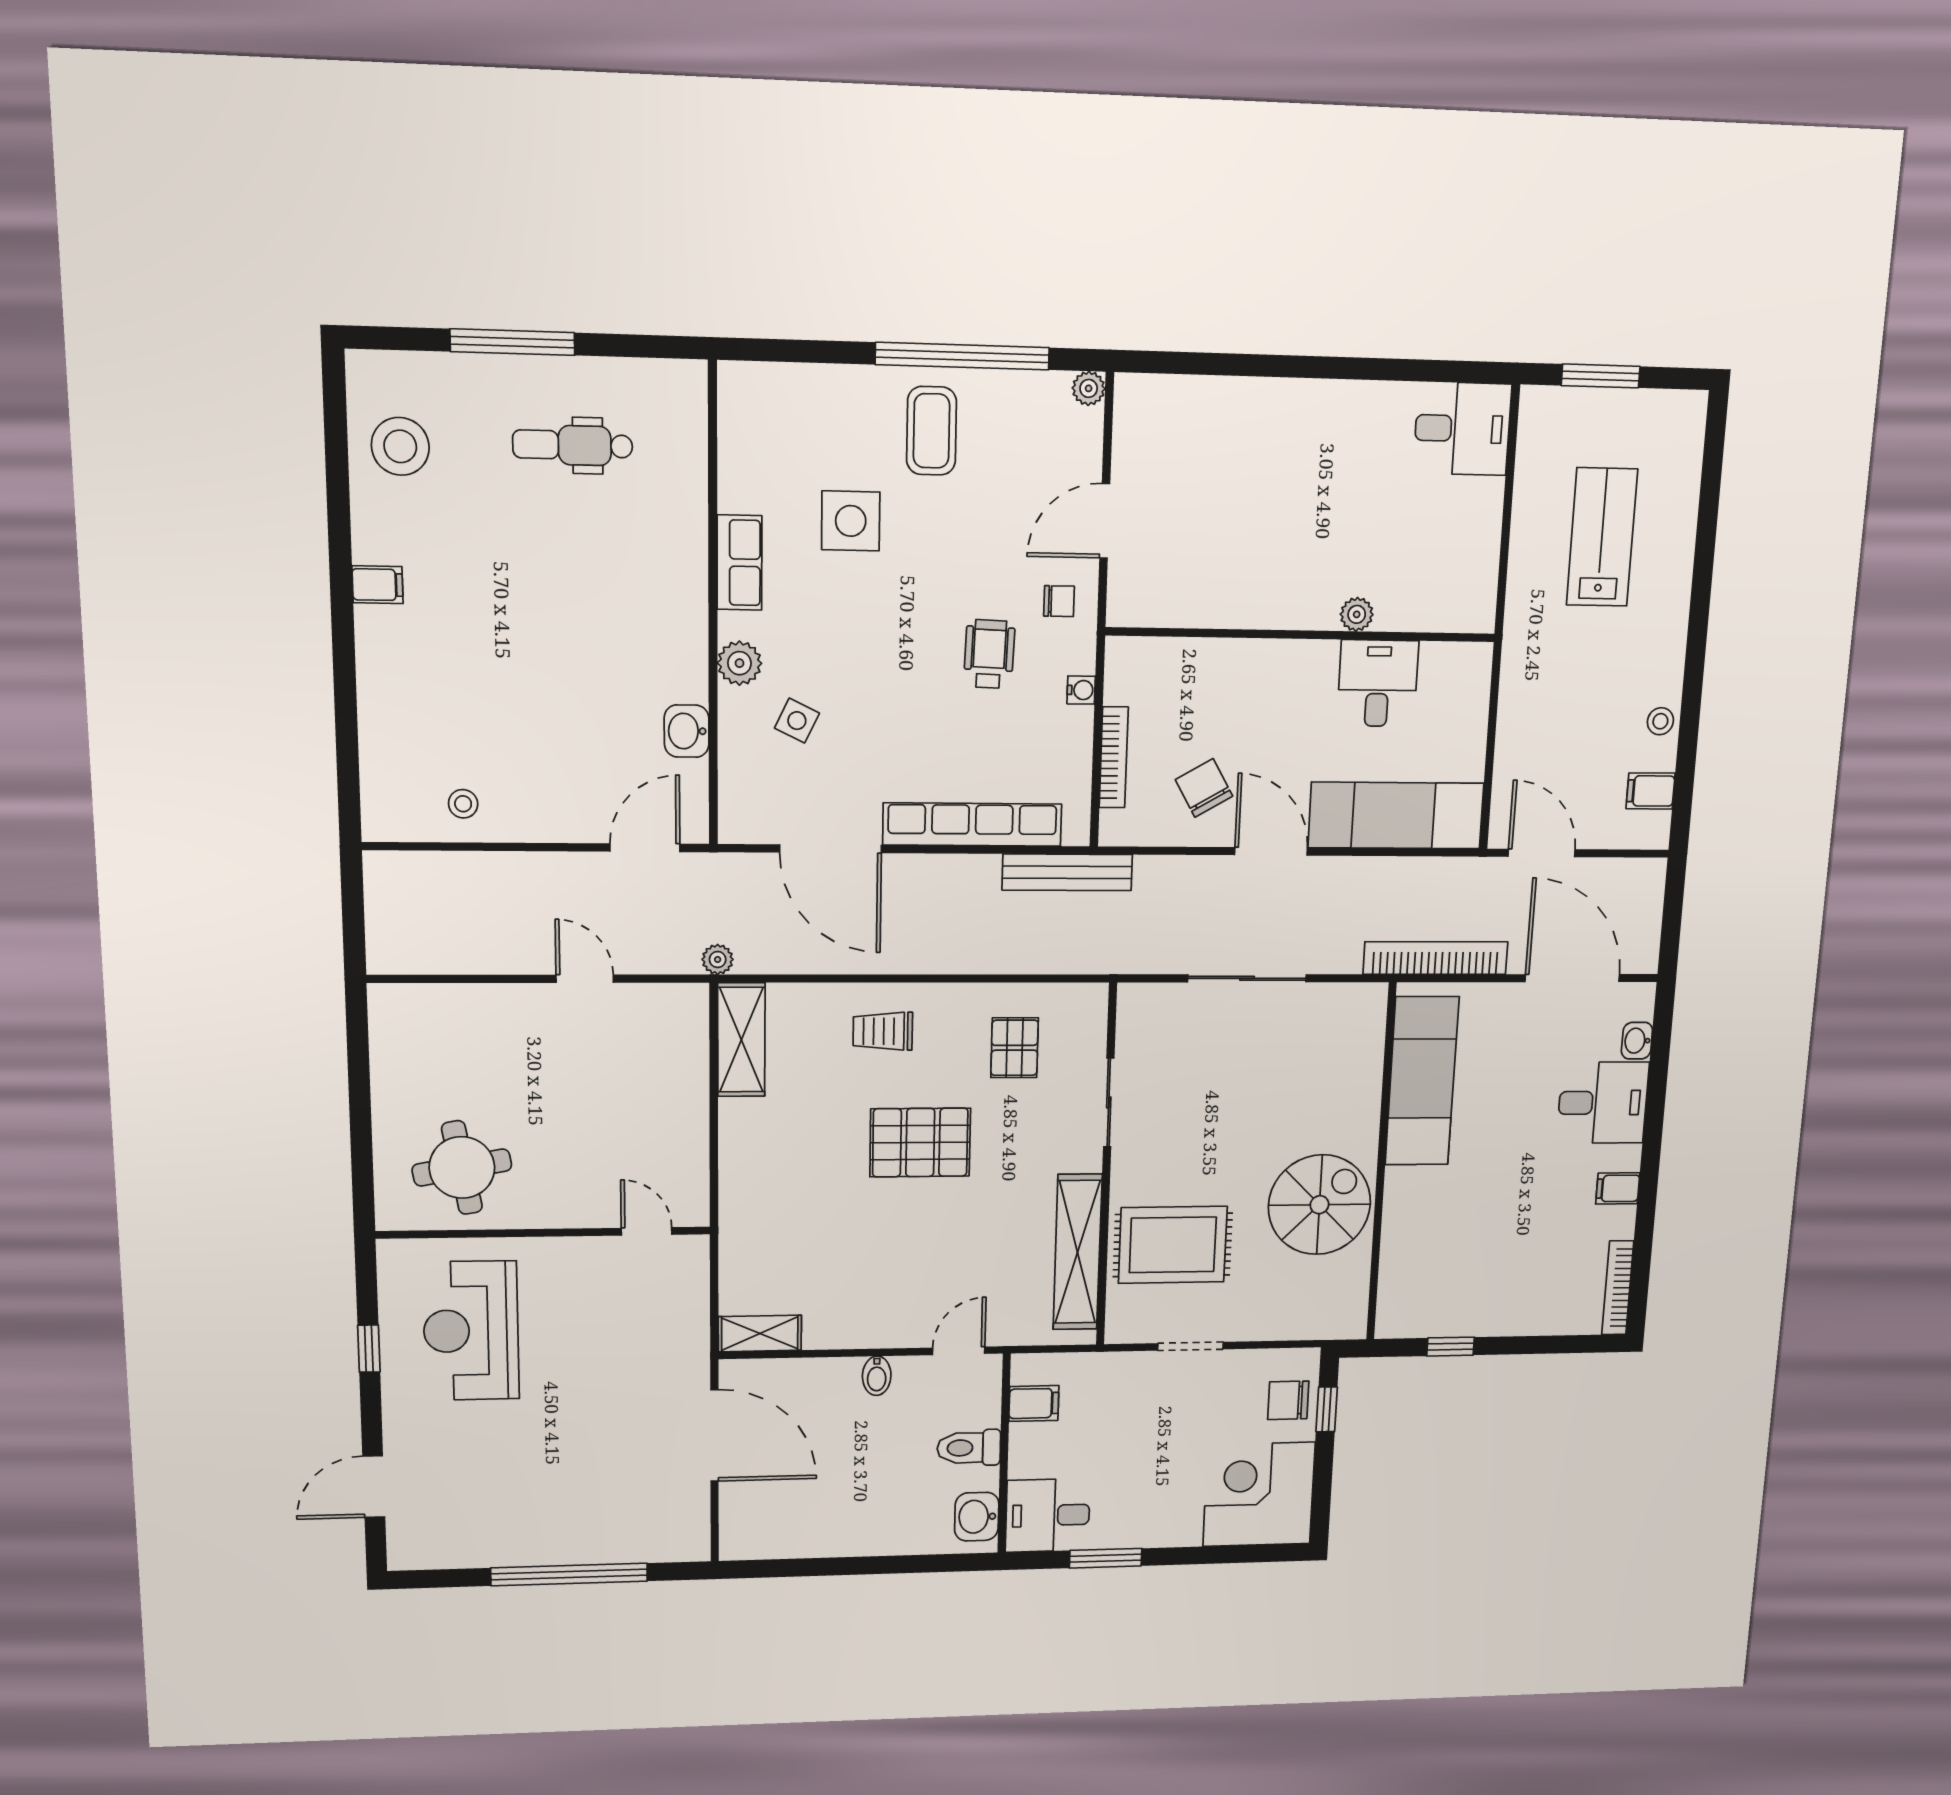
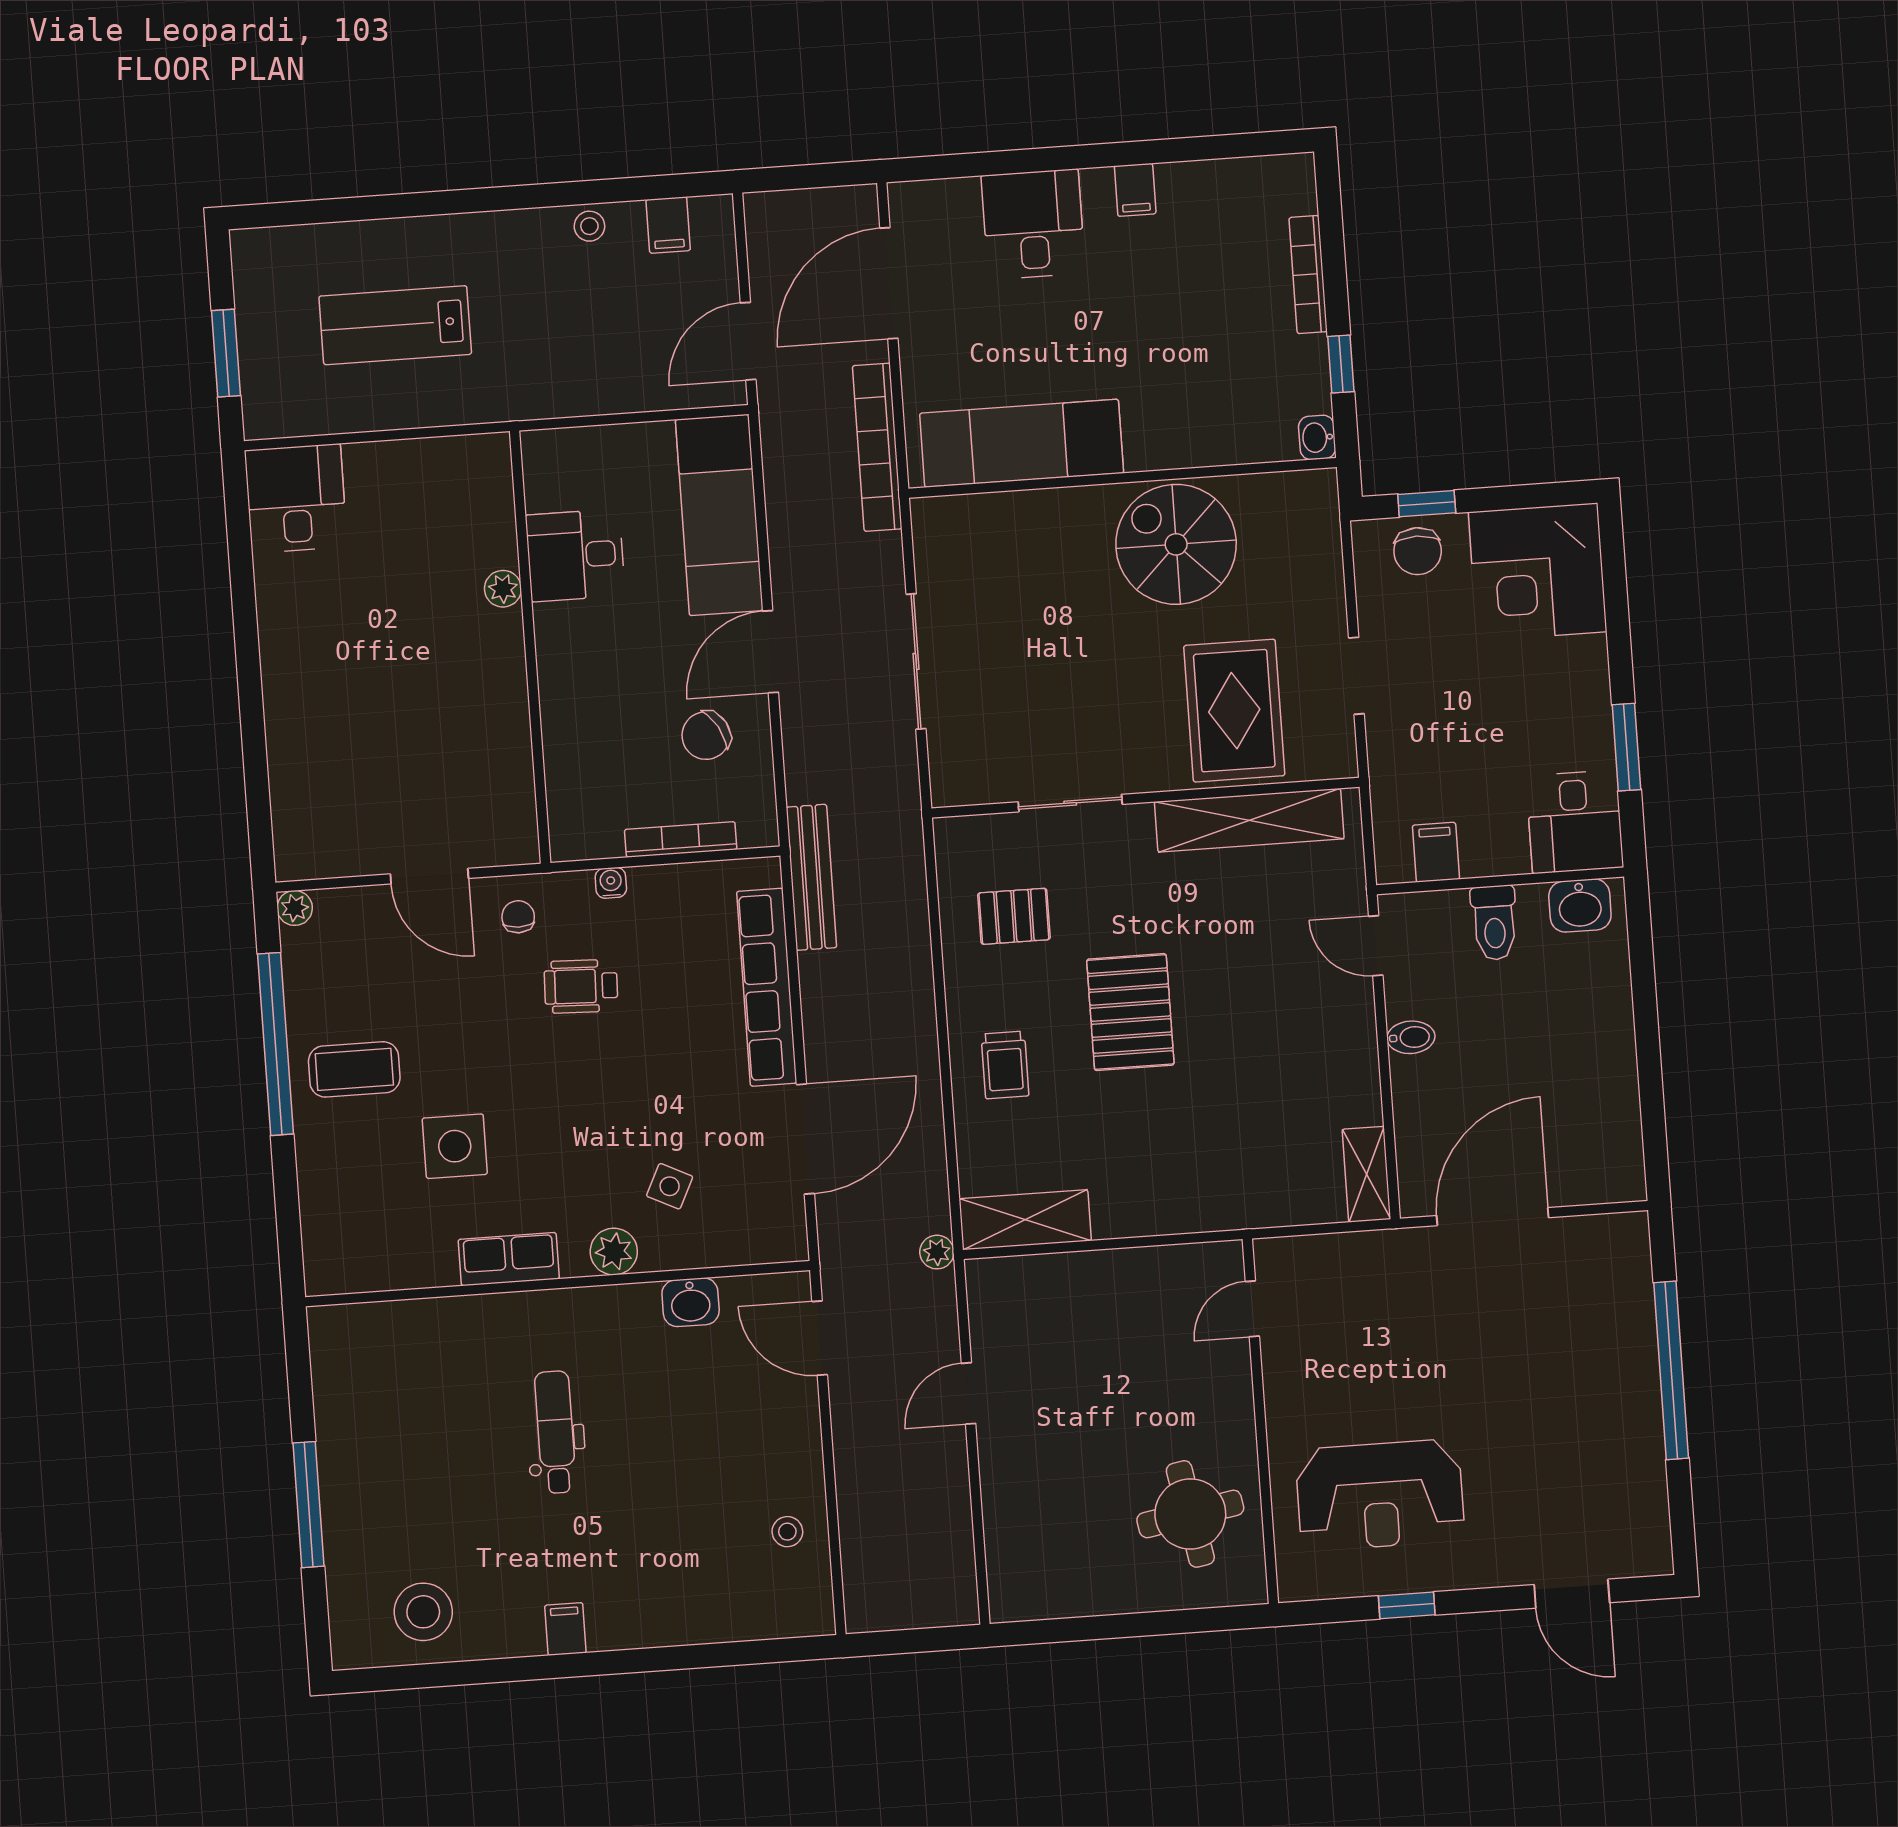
dental chair: (573, 445) -> (555, 1432), moved, turned 180
washbasin: (1637, 1041) -> (1317, 437), moved, turned 90
bookcase: (1618, 1288) -> (1308, 275), moved, turned 90

